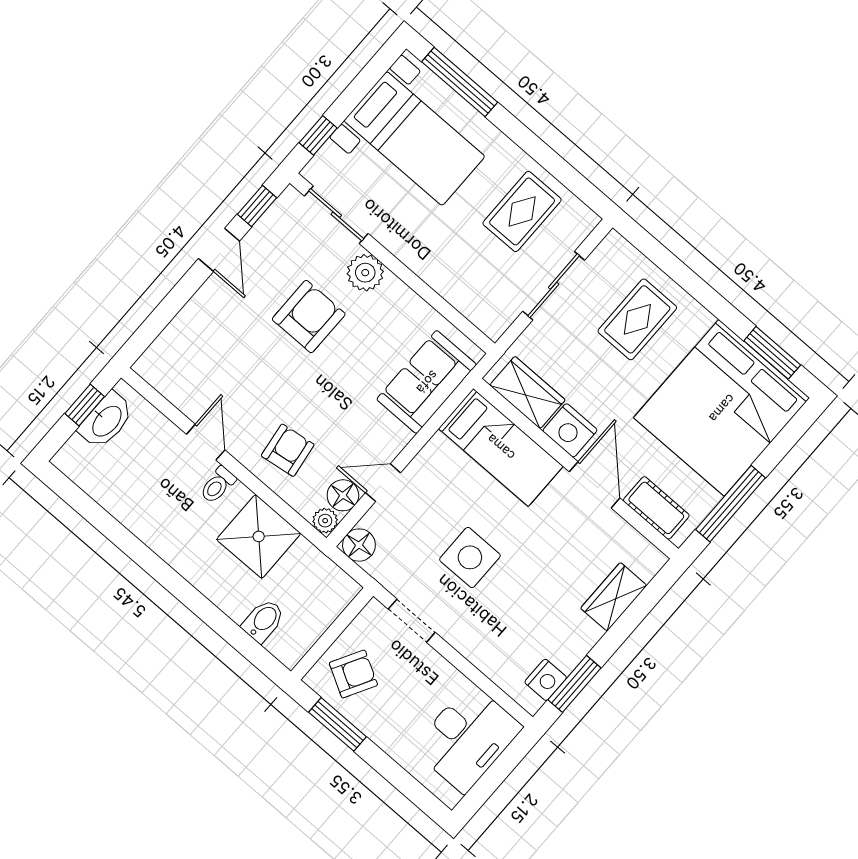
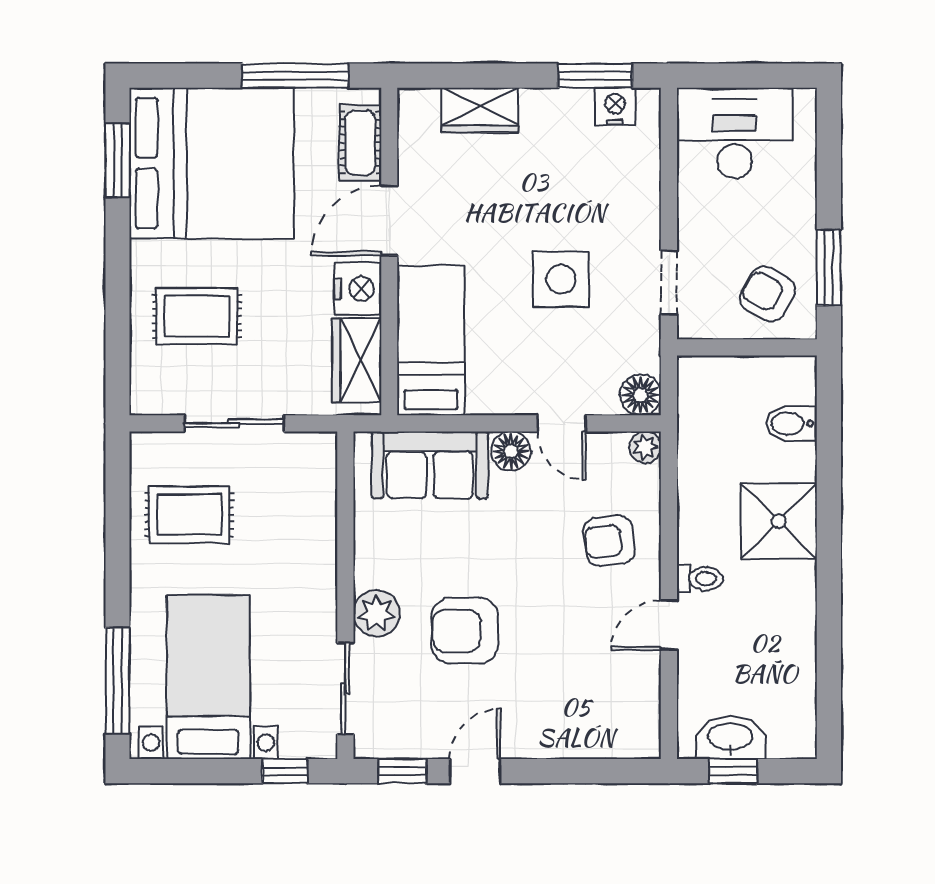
floor lamp: (343, 495) -> (511, 451), moved
shower: (259, 536) -> (779, 521), moved

